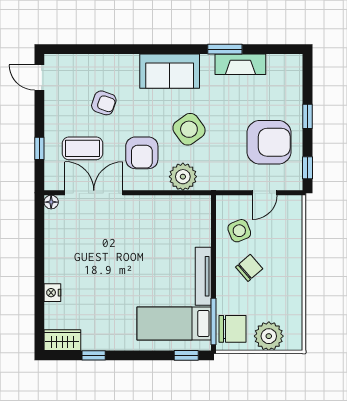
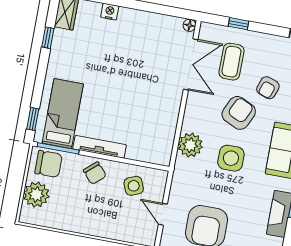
side table: (189, 129) -> (231, 158), turned 36
armchair: (142, 153) -> (239, 113), moved, turned 115
chair: (249, 268) -> (95, 173), moved
chair: (233, 329) -> (49, 164), turned -90

